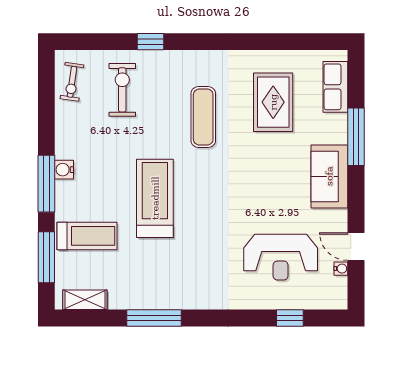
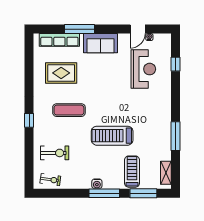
window: (151, 42) -> (29, 120), moved
row of seats: (335, 87) -> (59, 40), width x1.48
exercise bike: (122, 90) -> (55, 153), turned 180

